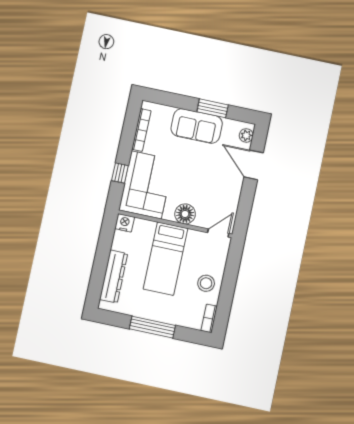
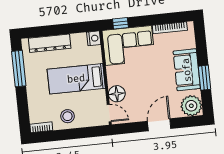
plant: (246, 135) -> (191, 106), width x1.88, depth x1.88
door: (254, 165) -> (159, 125), moved
window: (120, 173) -> (120, 23), moved
floor lamp: (185, 214) -> (117, 94), moved
window: (152, 327) -> (19, 69), moved

